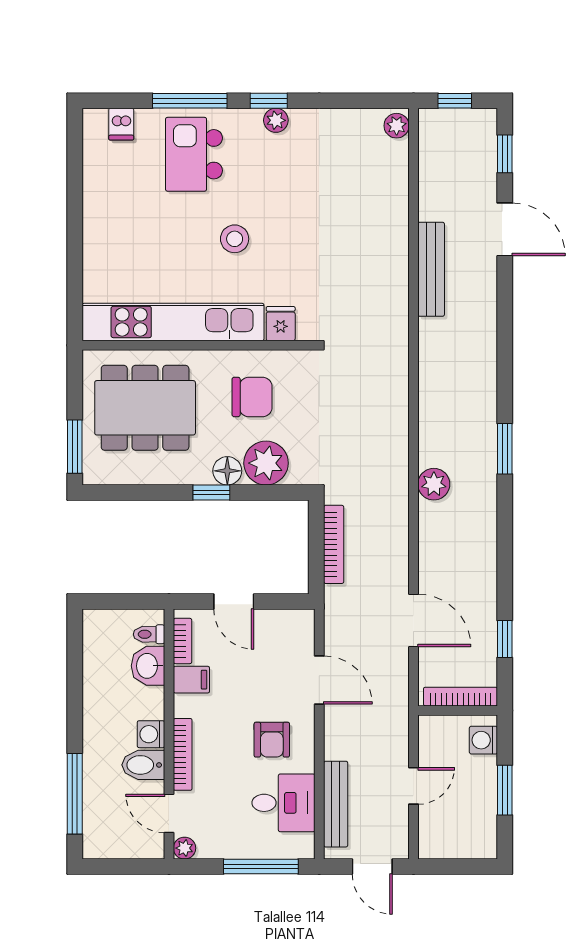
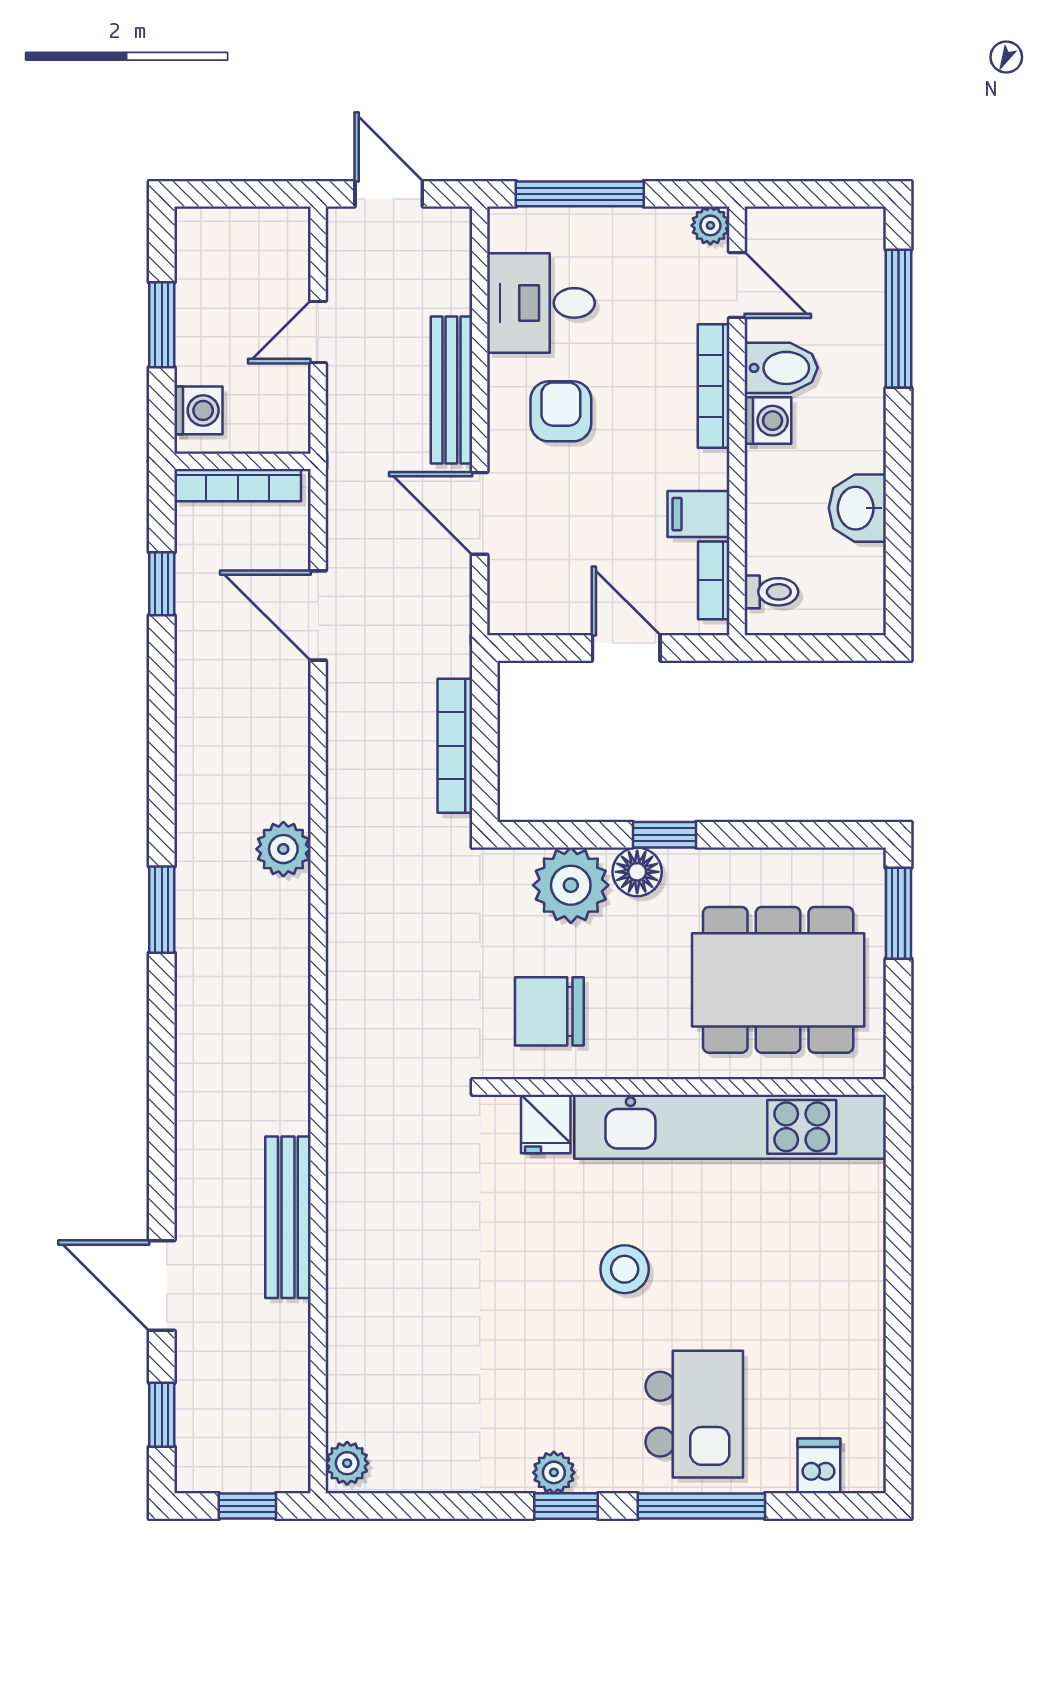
chair: (252, 397) -> (549, 1011), moved
washbasin: (148, 666) -> (857, 508), moved, turned 180
bench: (336, 804) -> (451, 390), moved

